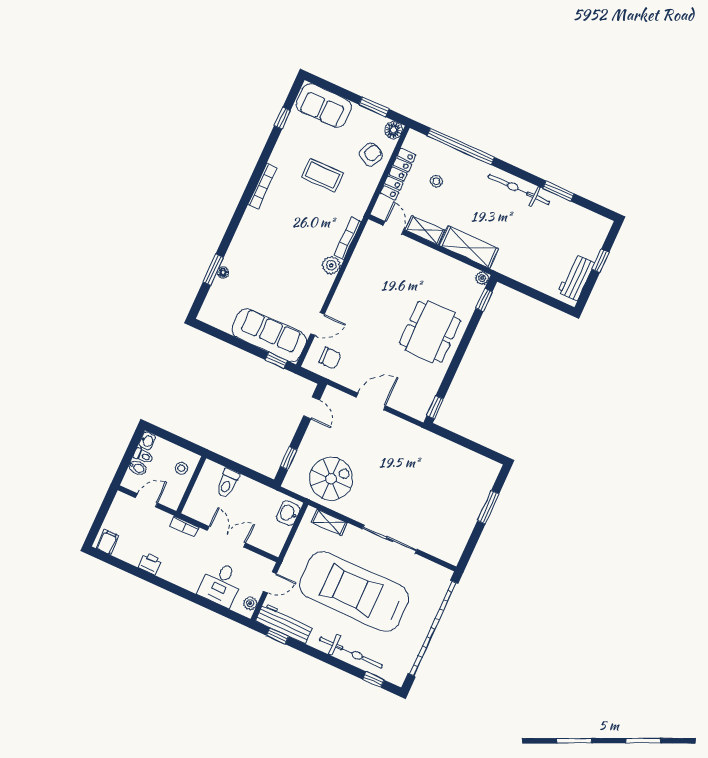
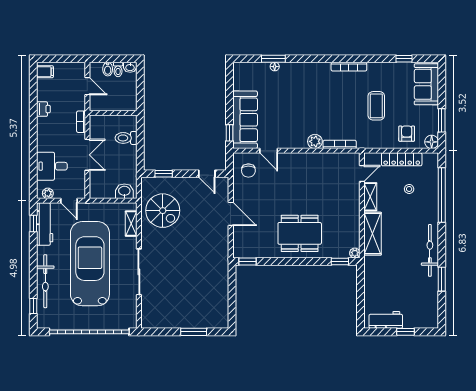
armchair: (371, 155) -> (407, 134), turned -118
door: (312, 408) -> (207, 174), hinge flipped
stool: (181, 468) -> (122, 101), removed

